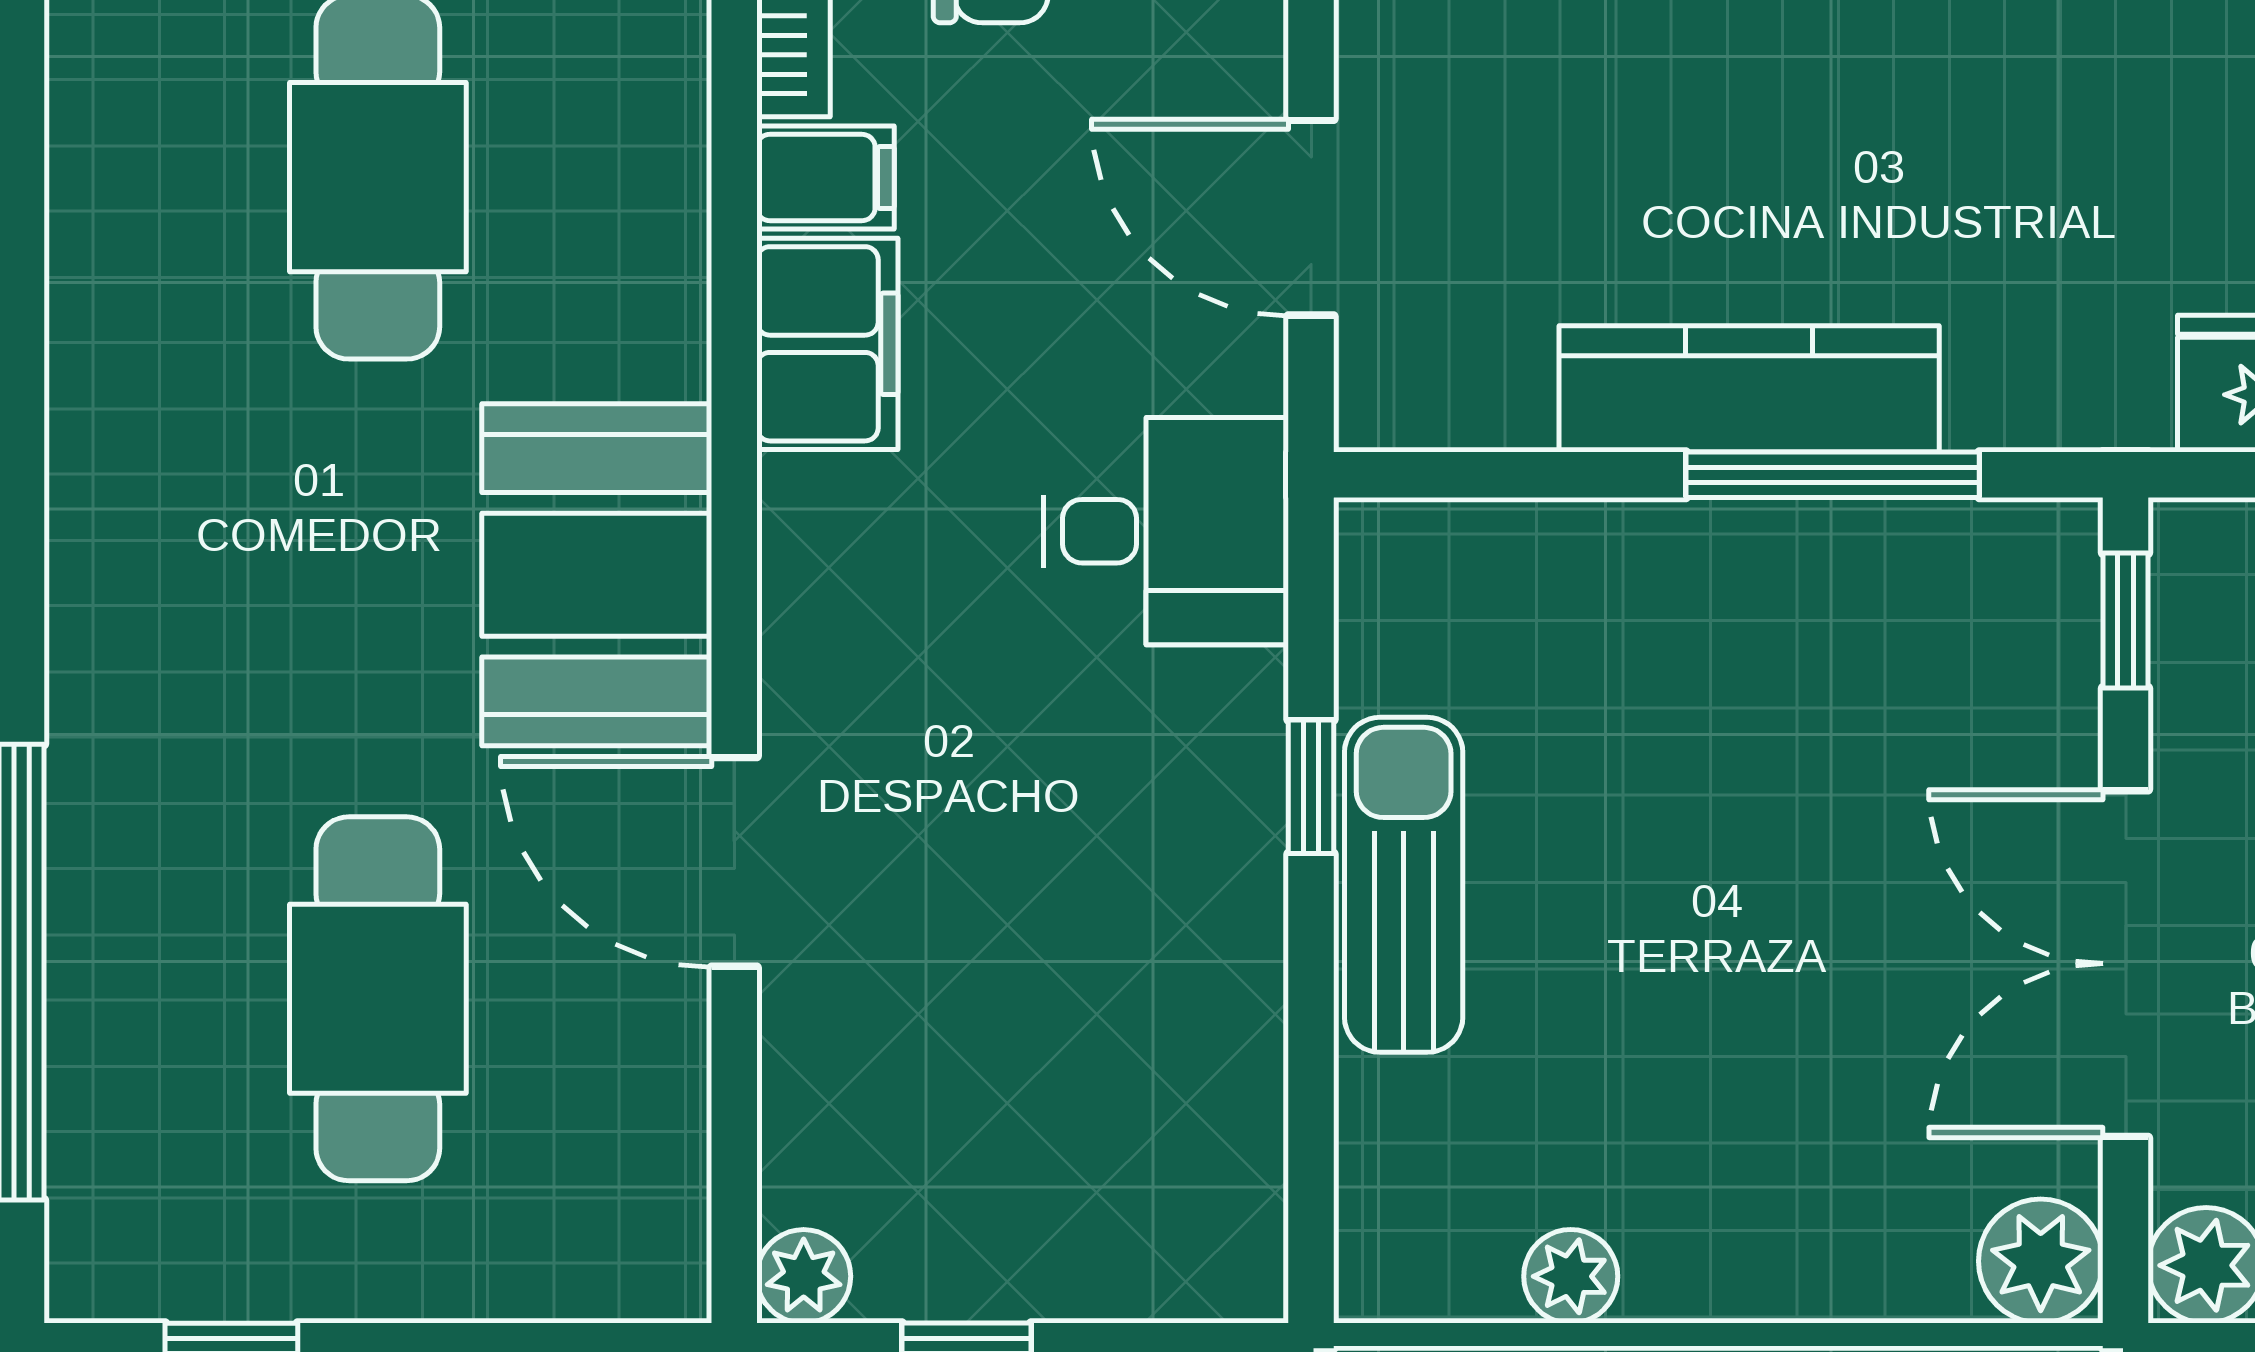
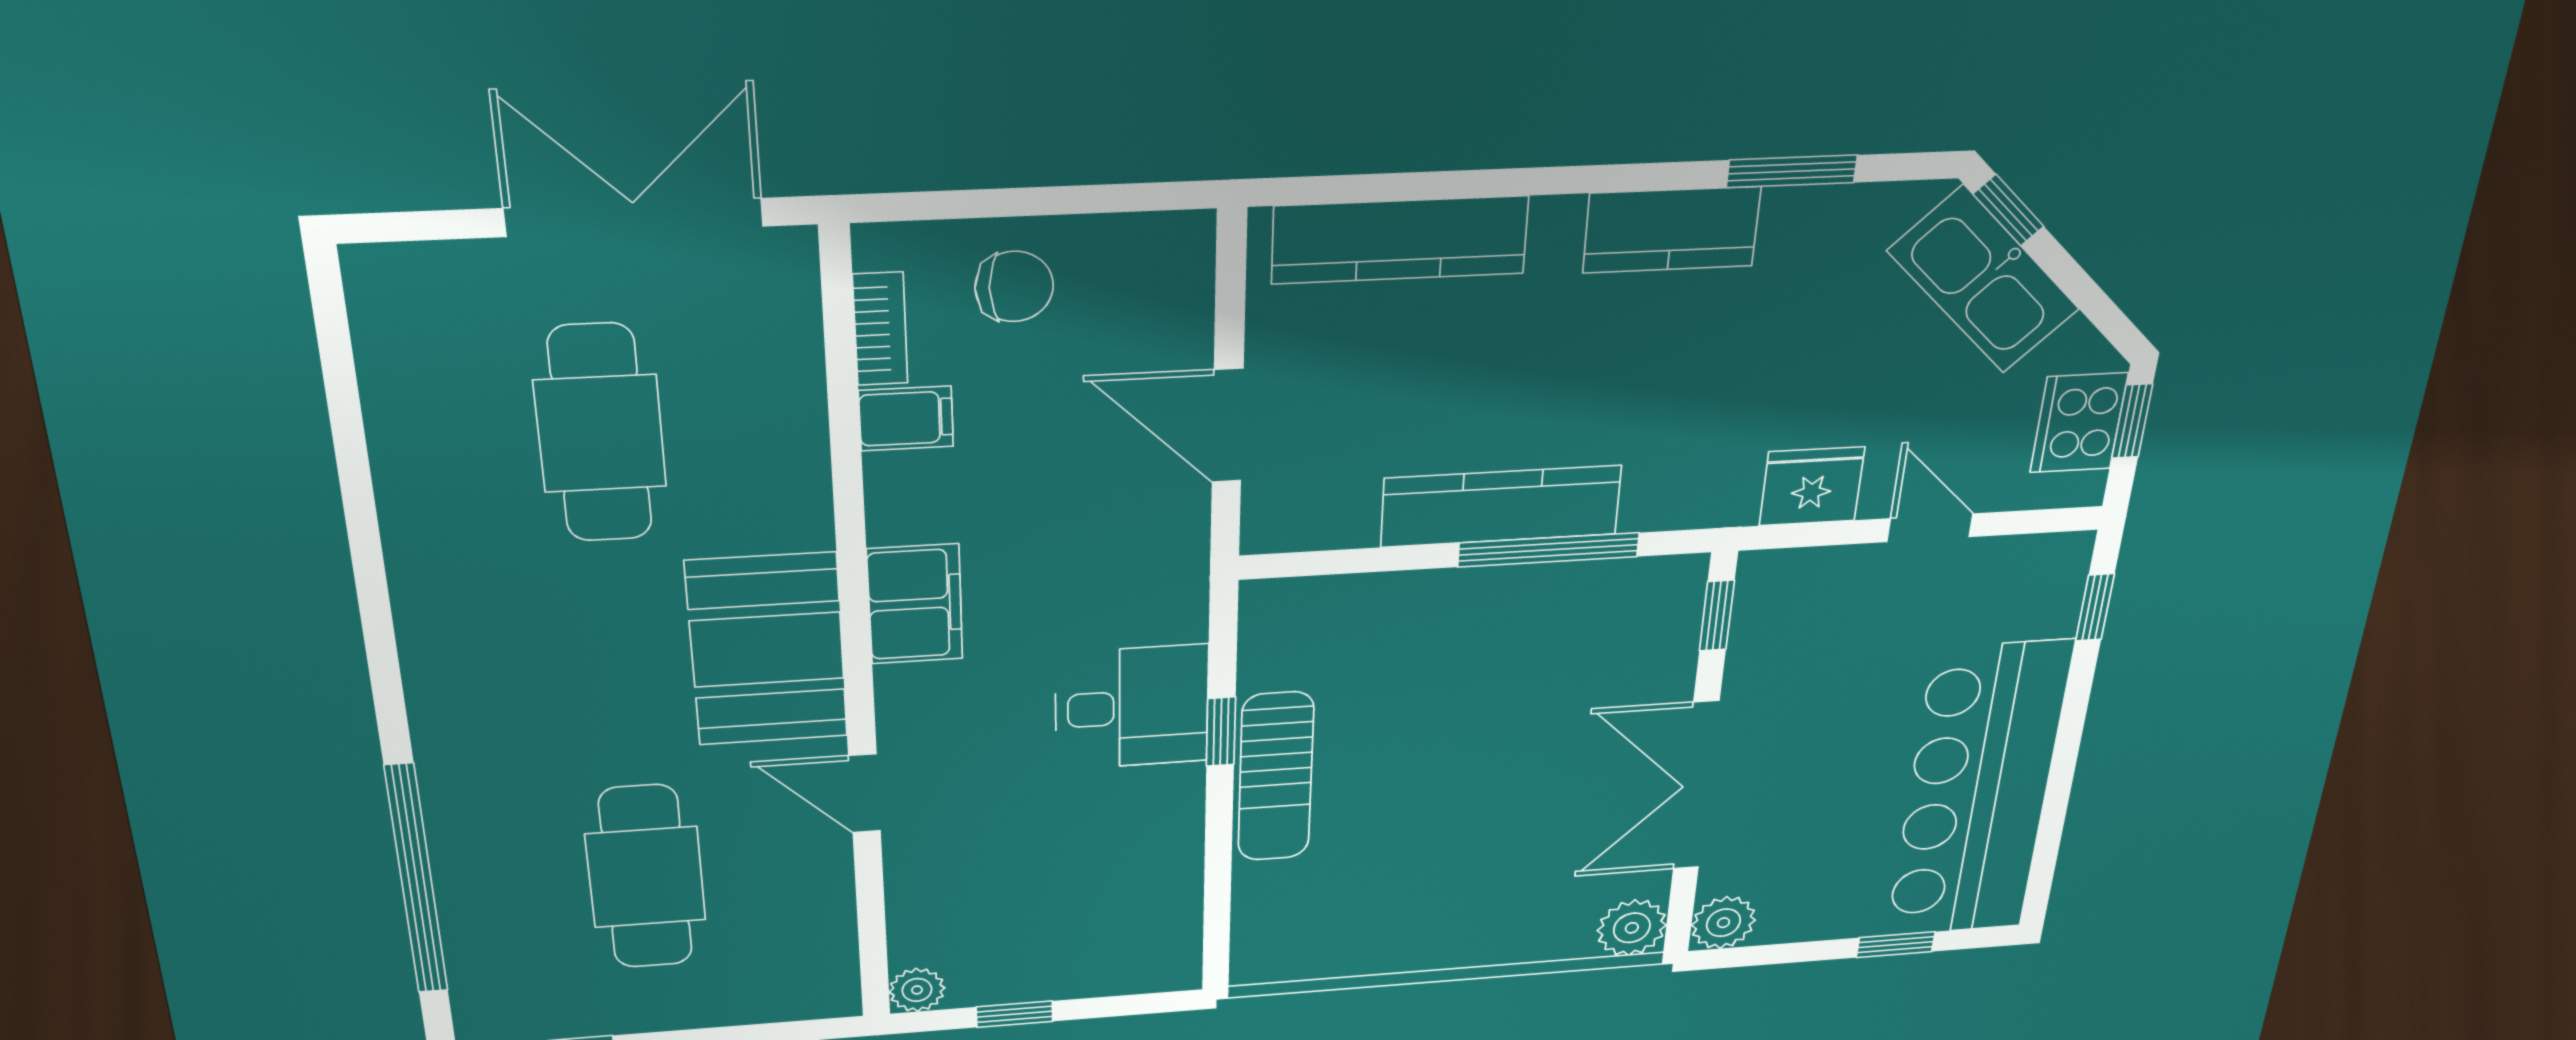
filing cabinet: (827, 344) -> (915, 604), moved
desk: (1166, 531) -> (1132, 707), moved
door: (734, 862) -> (865, 793), width x0.73
sun lounger: (1404, 885) -> (1276, 777), turned 180
plant: (1571, 1276) -> (1366, 955), removed

